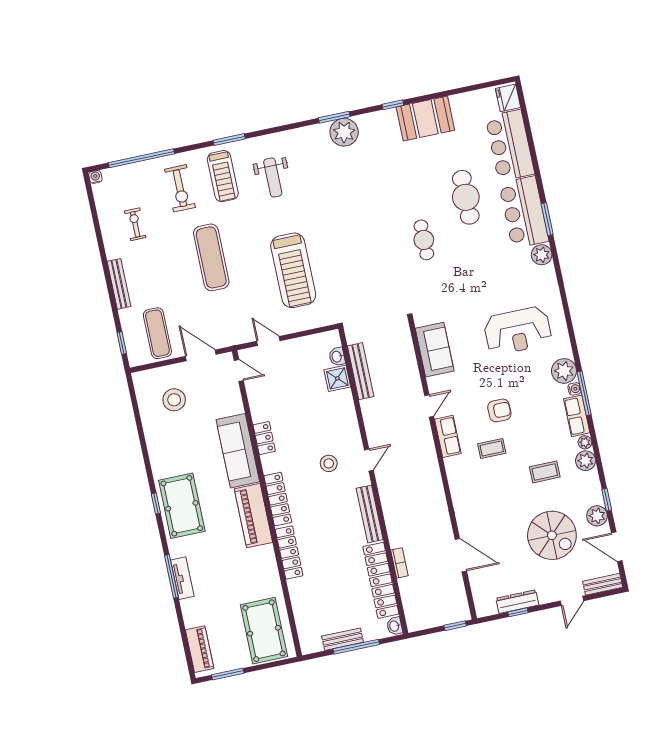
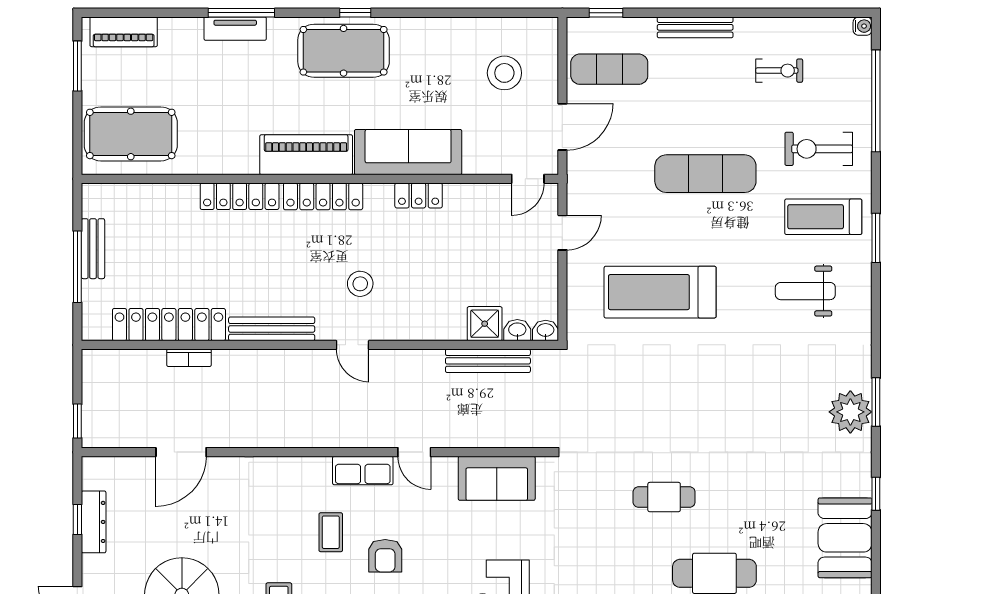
washbasin: (395, 626) -> (546, 331), moved

